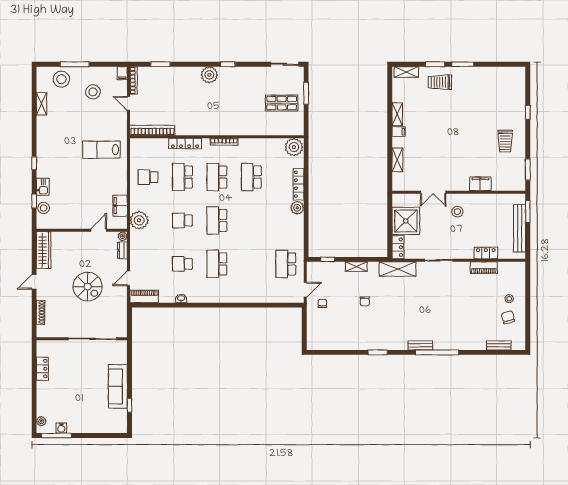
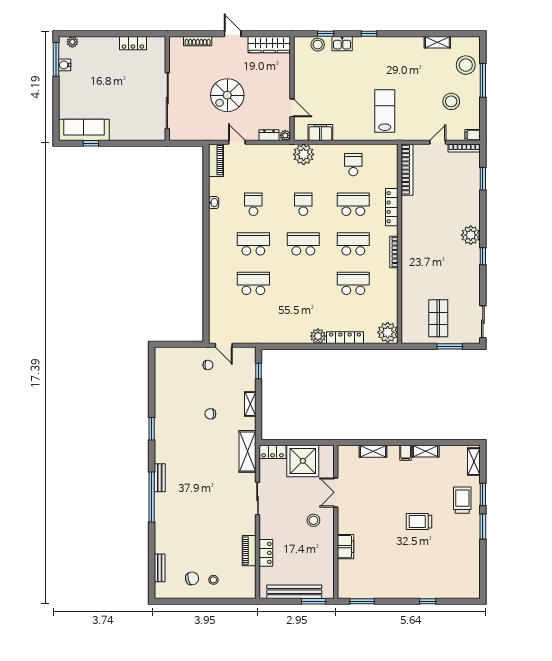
trolley: (505, 141) -> (419, 522), moved
school desk: (286, 264) -> (253, 283), moved
sofa: (118, 386) -> (84, 130), moved

